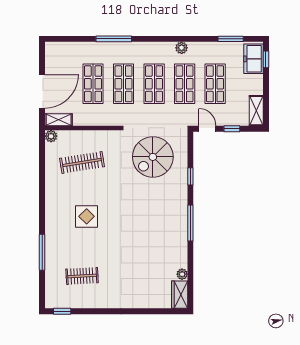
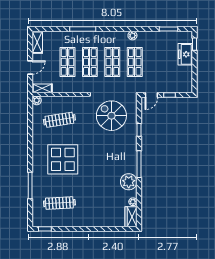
freezer: (253, 59) -> (185, 54), moved
shop shelf: (215, 84) -> (157, 62), removed
door: (42, 91) -> (30, 68), width x0.53
shelving: (256, 111) -> (37, 42), moved
door: (207, 129) -> (151, 95), swing flipped
spiral stairs: (153, 157) -> (111, 116), turned 90
display table: (87, 216) -> (63, 159), width x1.86, depth x1.86
plant: (176, 247) -> (129, 182), added
clothes rail: (82, 276) -> (59, 203), width x1.36

